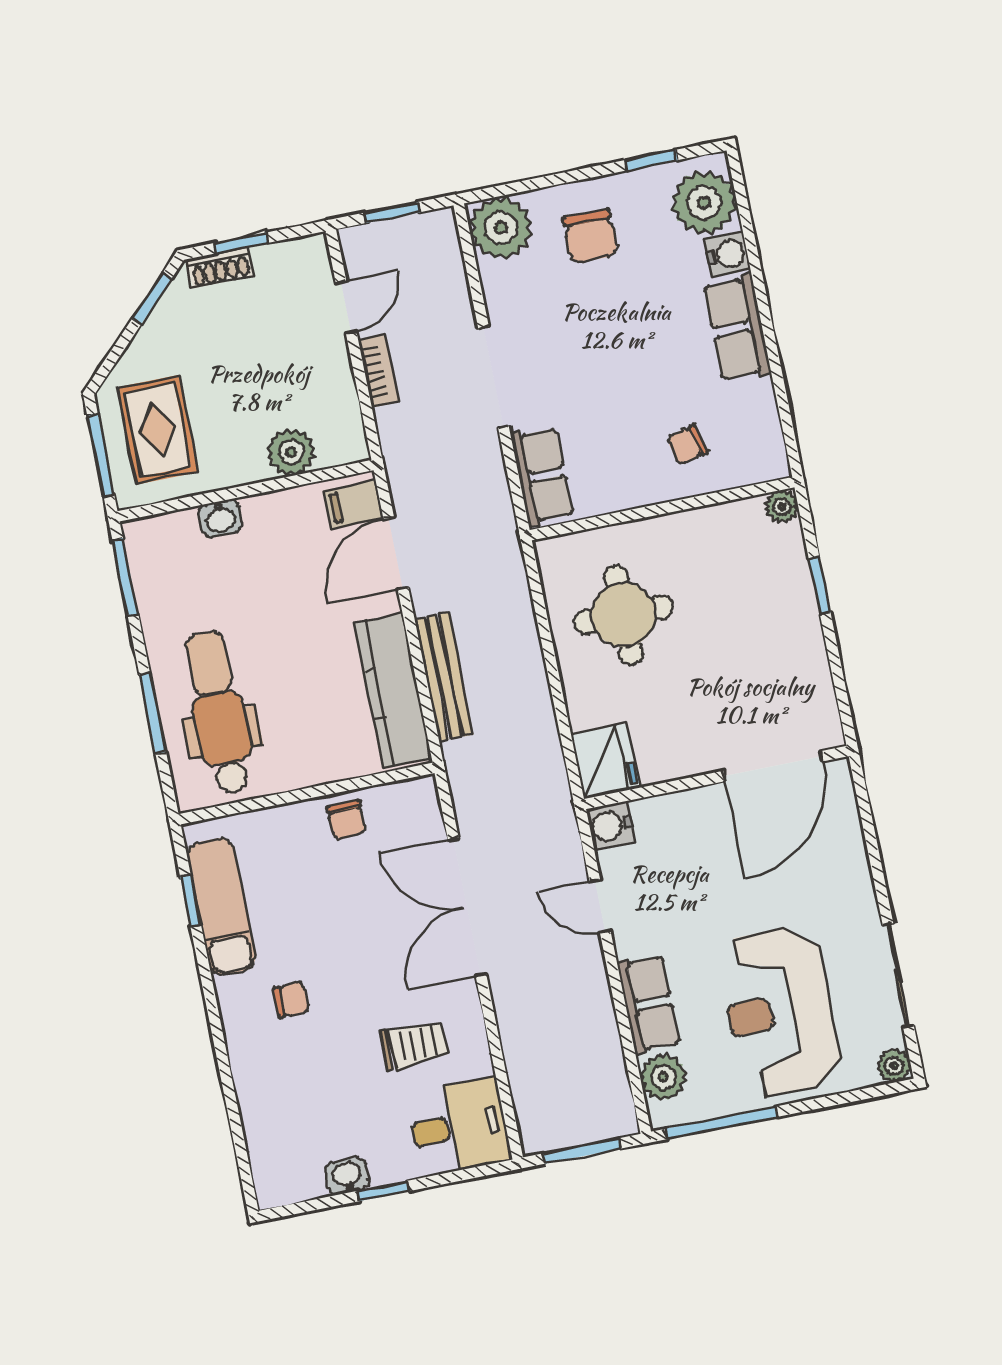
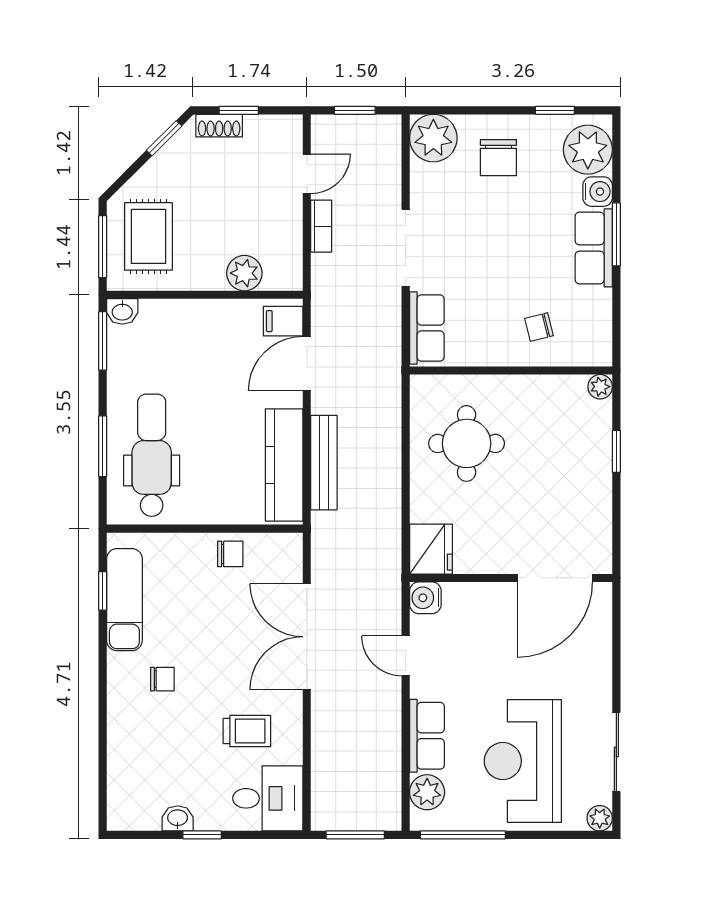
window: (763, 305) -> (616, 234), added
washbasin: (221, 518) -> (122, 311), moved
chair: (346, 820) -> (230, 554), turned -90

